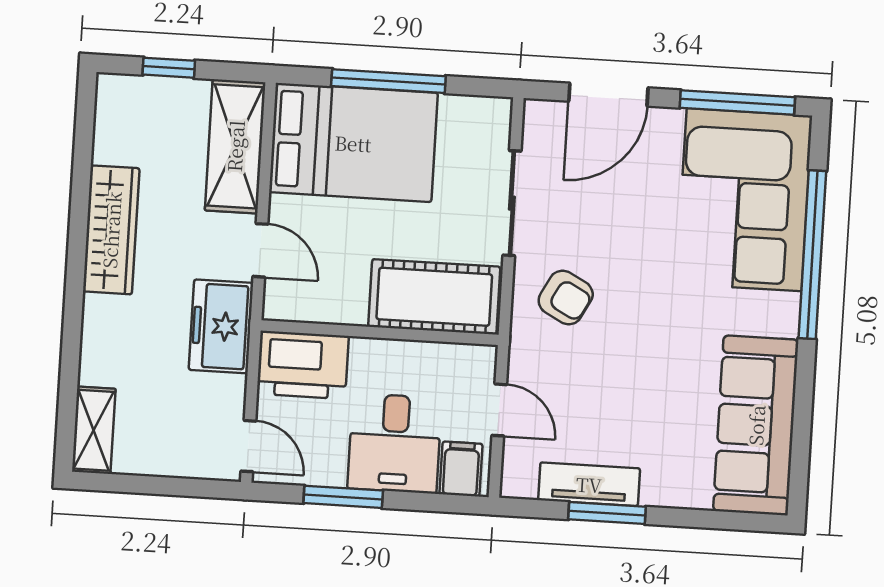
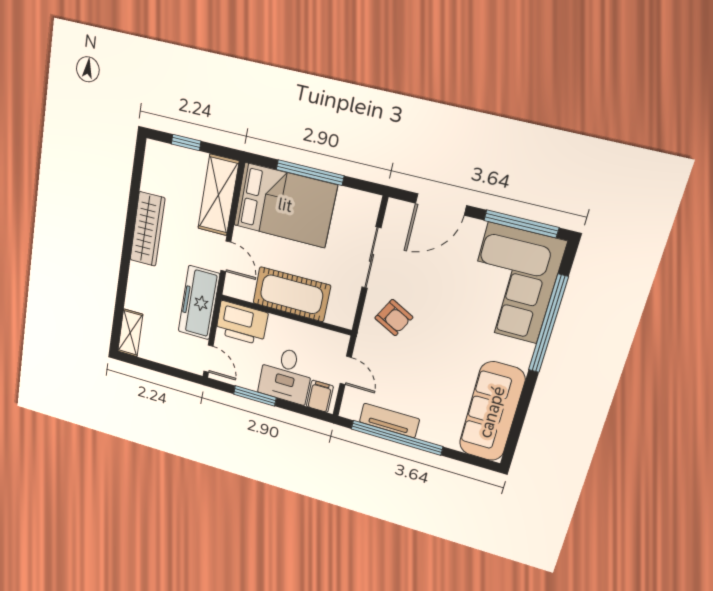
cot: (434, 297) -> (292, 294), moved
freezer: (221, 326) -> (199, 303), width x1.40
window: (607, 513) -> (397, 438), width x2.11

